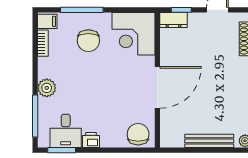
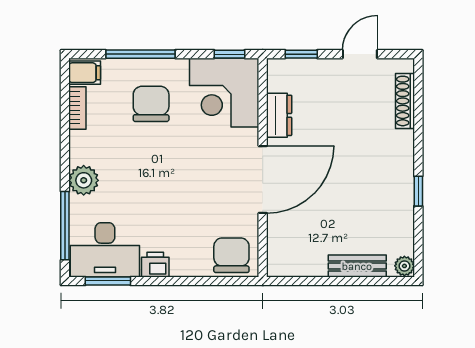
window: (137, 10) -> (229, 54), added
dresser: (173, 20) -> (279, 115), moved, turned -90
chair: (88, 41) -> (151, 104), turned 180
desk: (66, 131) -> (105, 250), width x1.37
bench: (209, 141) -> (357, 266), width x0.73

